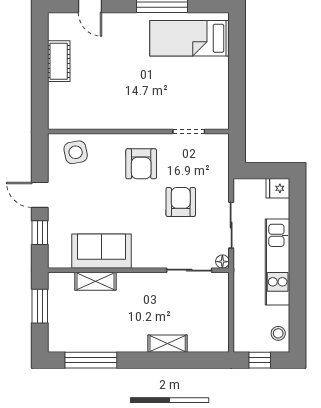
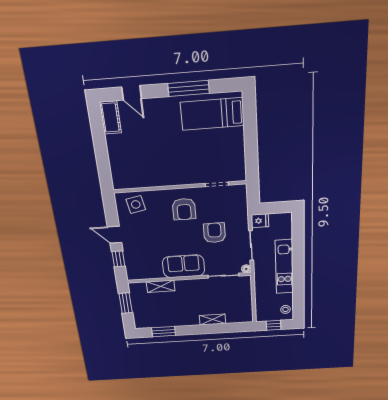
cot: (59, 61) -> (110, 118), moved
fridge: (278, 188) -> (260, 221), moved, turned 180
sofa: (101, 251) -> (184, 266), moved
window: (91, 360) -> (164, 332), width x0.69

